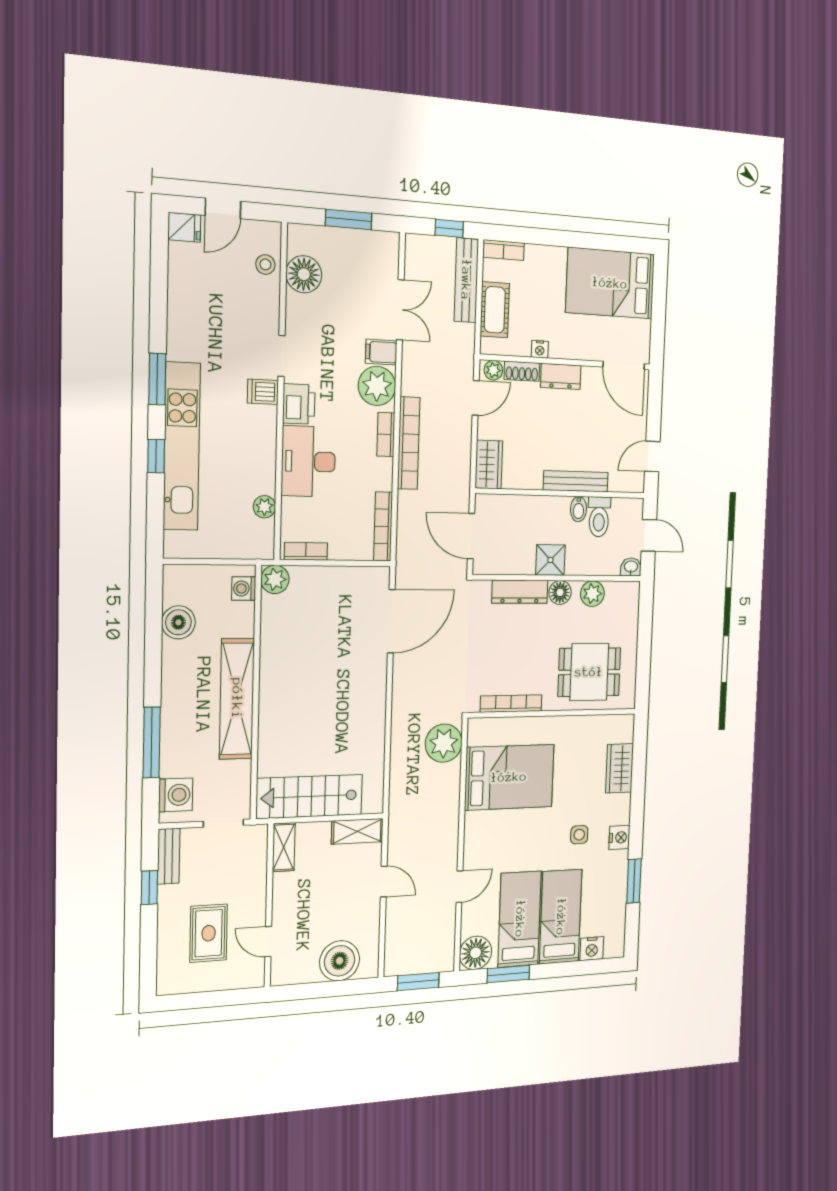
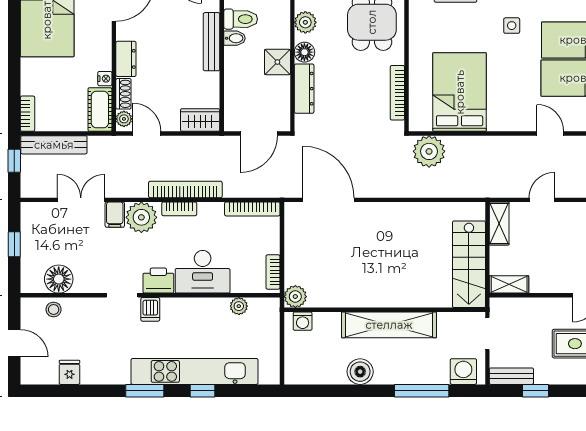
window: (349, 220) -> (14, 244), width x0.67
fridge: (184, 227) -> (69, 372), moved
cot: (495, 310) -> (100, 109), moved, turned 90
boiler: (178, 622) -> (360, 372), moved

